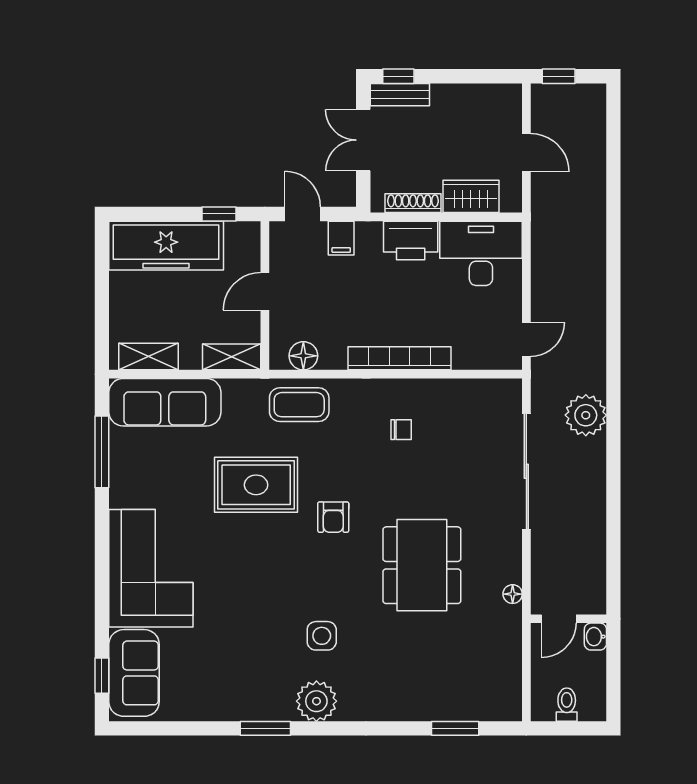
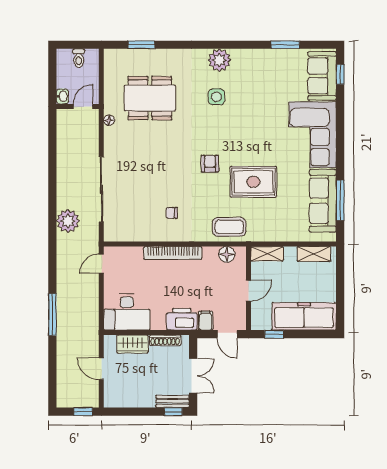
printer: (411, 240) -> (182, 319), moved
window: (613, 249) -> (52, 315), added
sofa: (165, 402) -> (323, 201), moved, turned -90
dining table: (422, 565) -> (150, 98), moved, turned 90
window: (265, 728) -> (285, 45), moved

